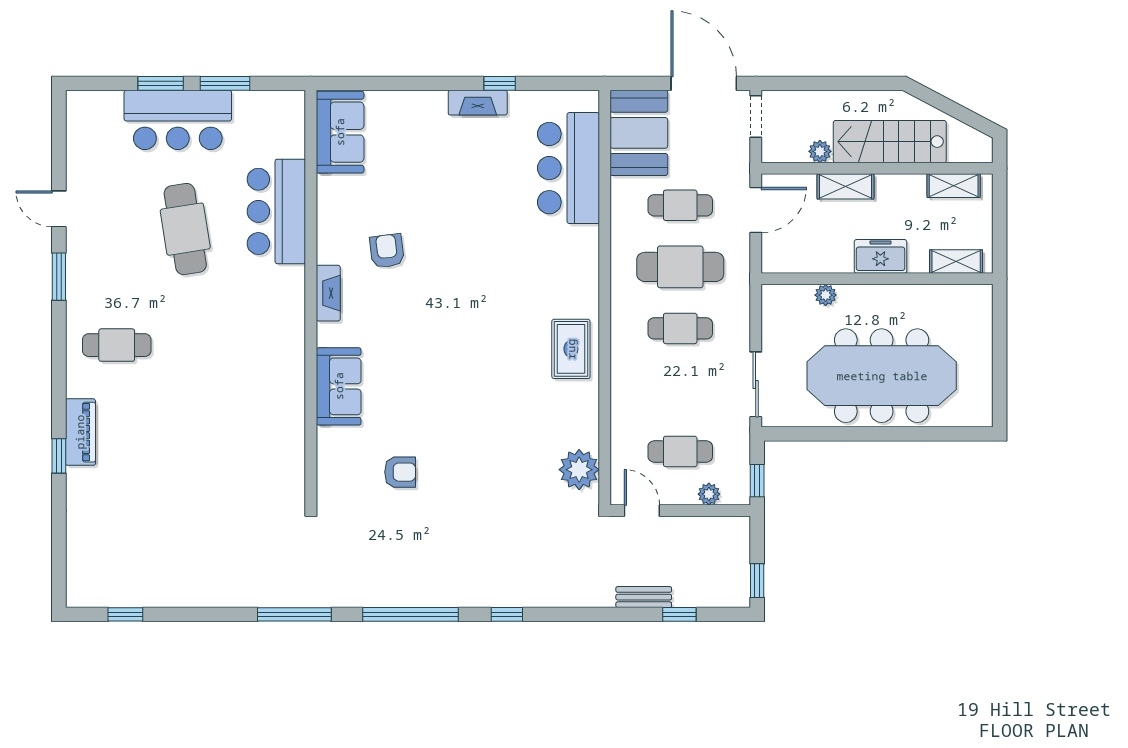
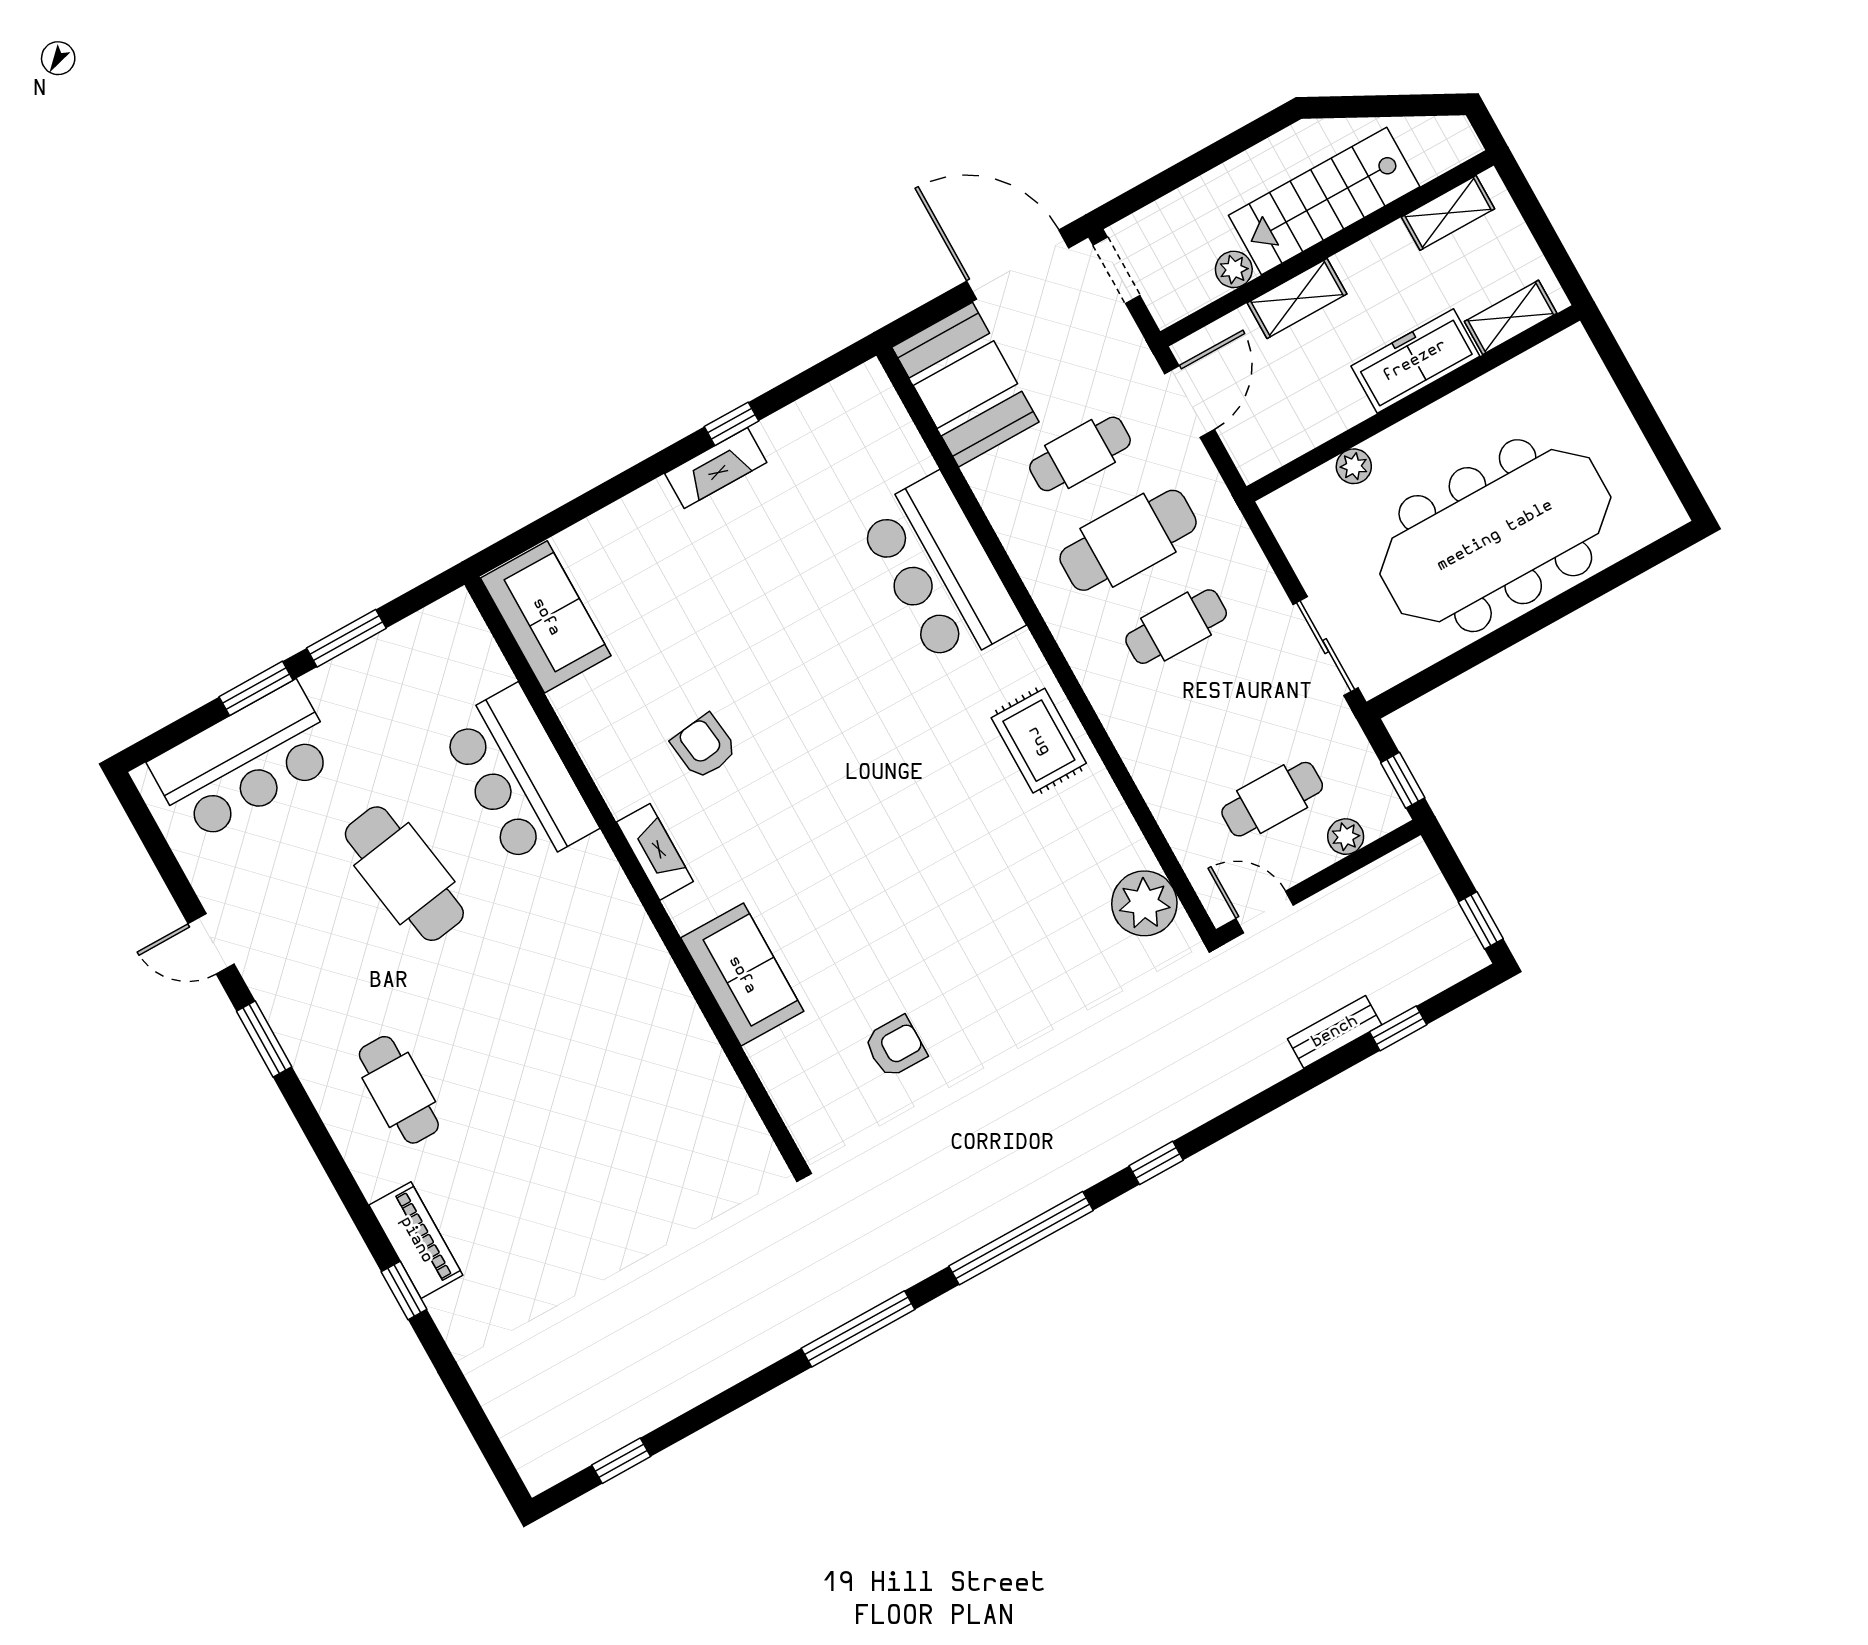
bar counter: (178, 120) -> (244, 762), moved
bar counter: (568, 168) -> (940, 571), moved
freezer: (880, 256) -> (1415, 361), width x1.40
cafe table: (117, 345) -> (399, 1090), turned 90

